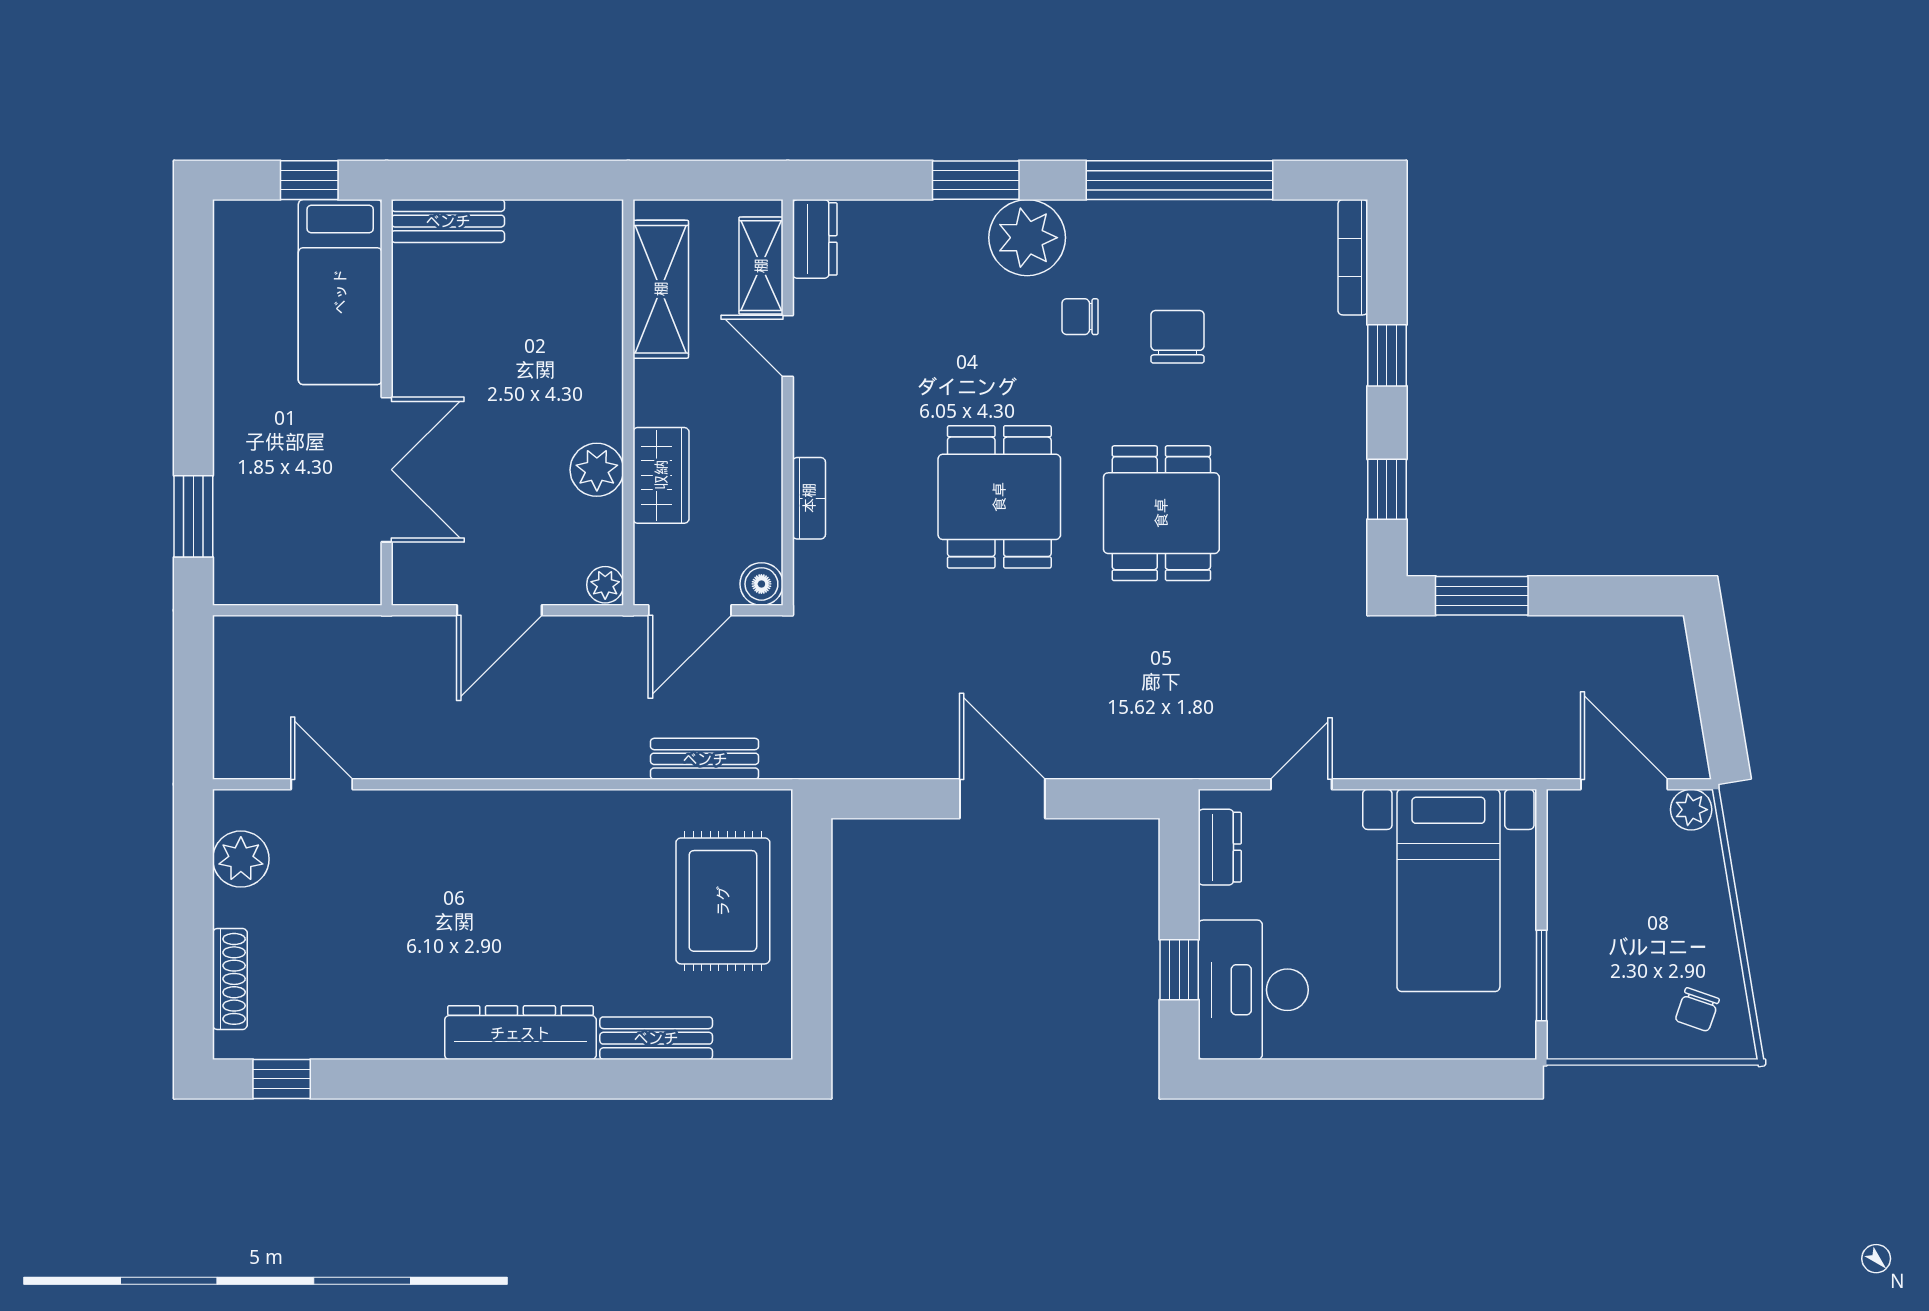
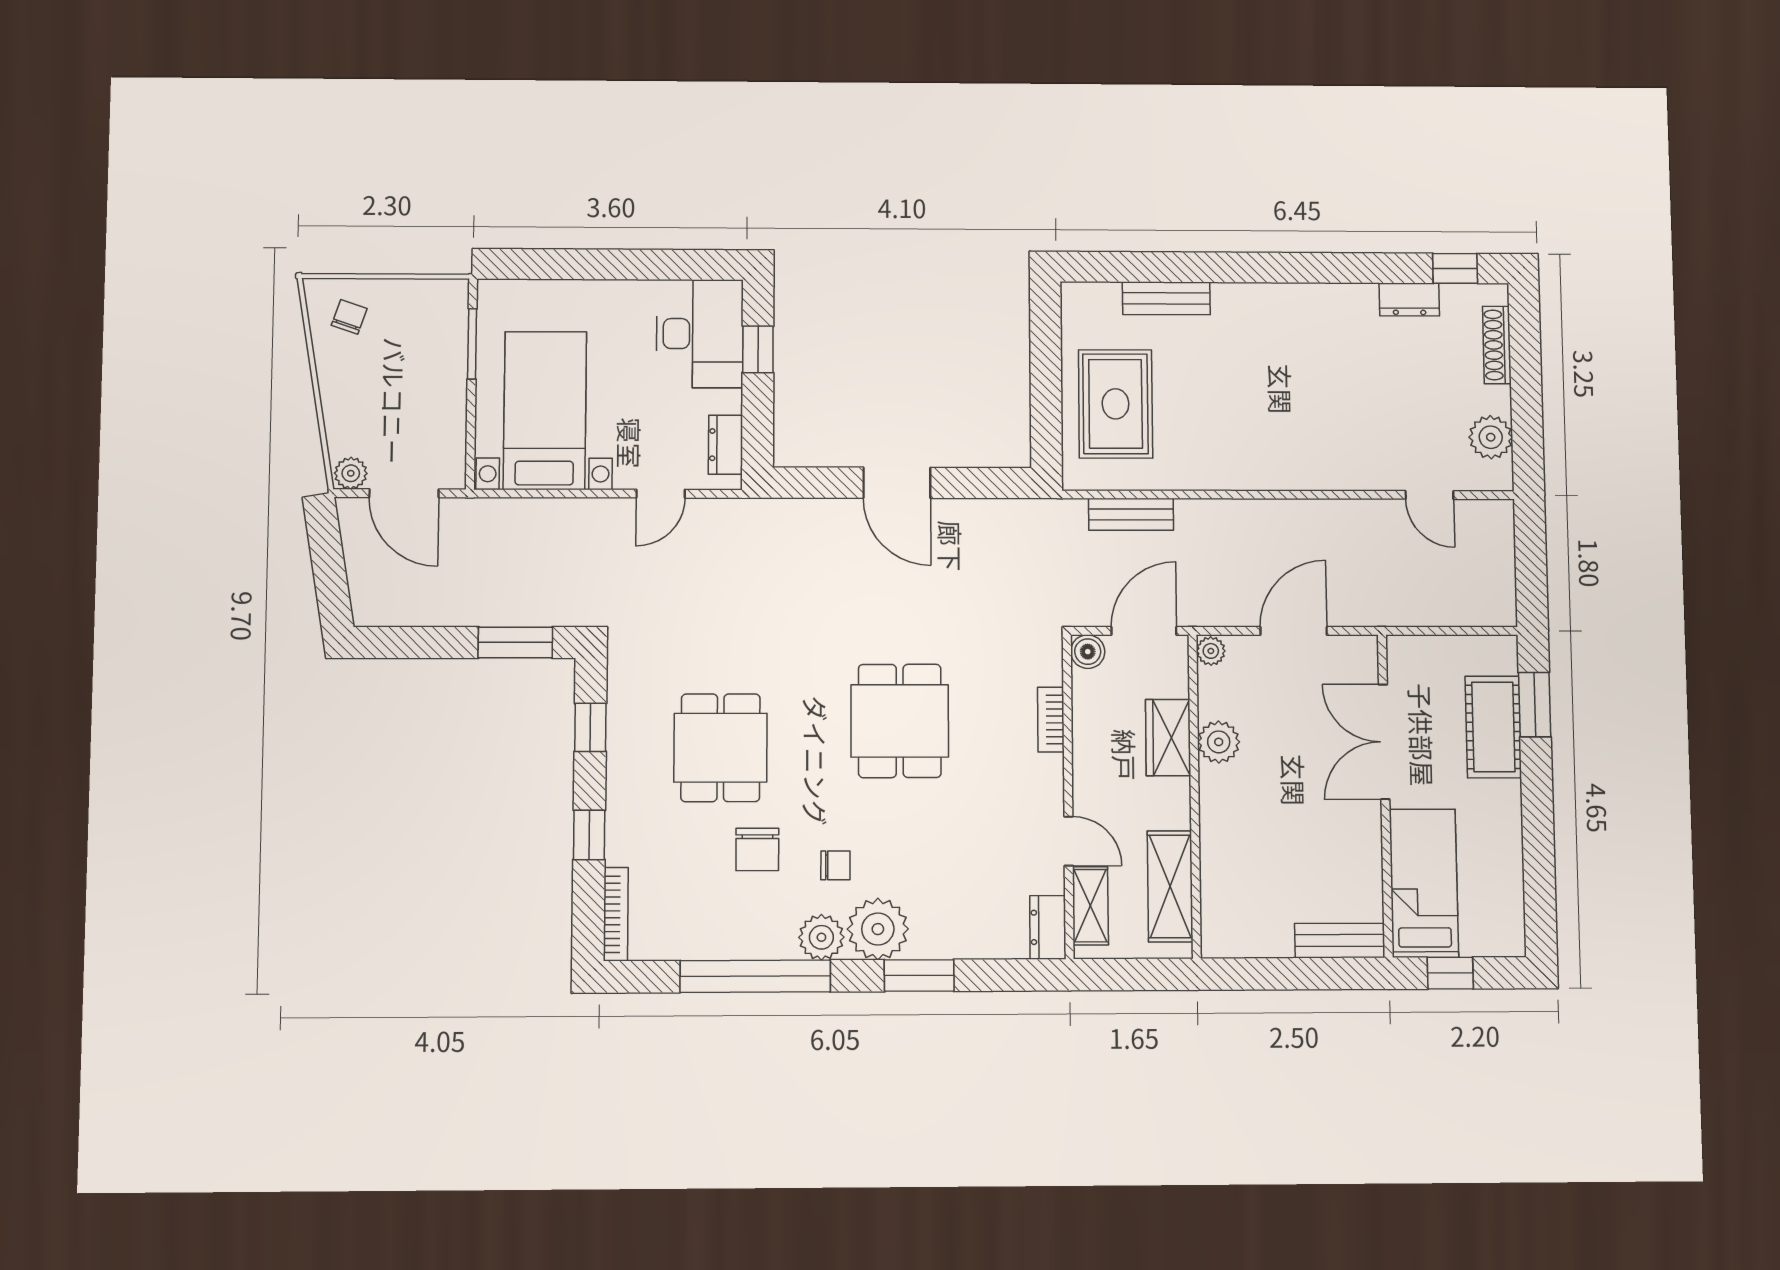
plant: (1097, 228) -> (821, 937), added
cot: (247, 488) -> (1493, 727), added
dining table: (1161, 513) -> (720, 748), moved
dresser: (520, 1033) -> (1409, 299), moved, width x0.51, depth x0.80

